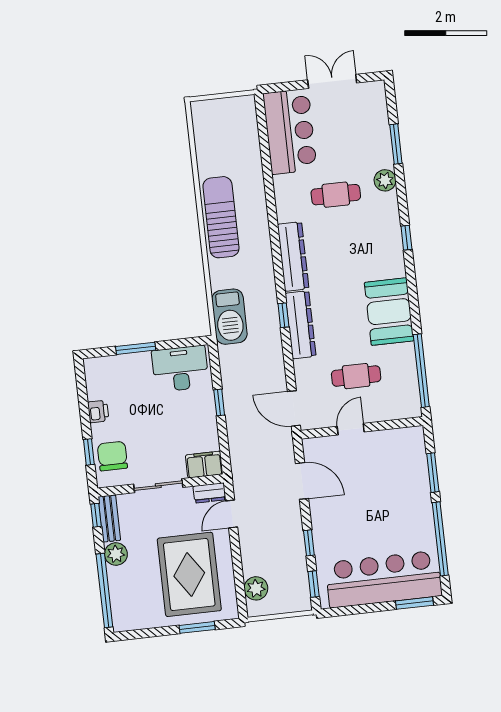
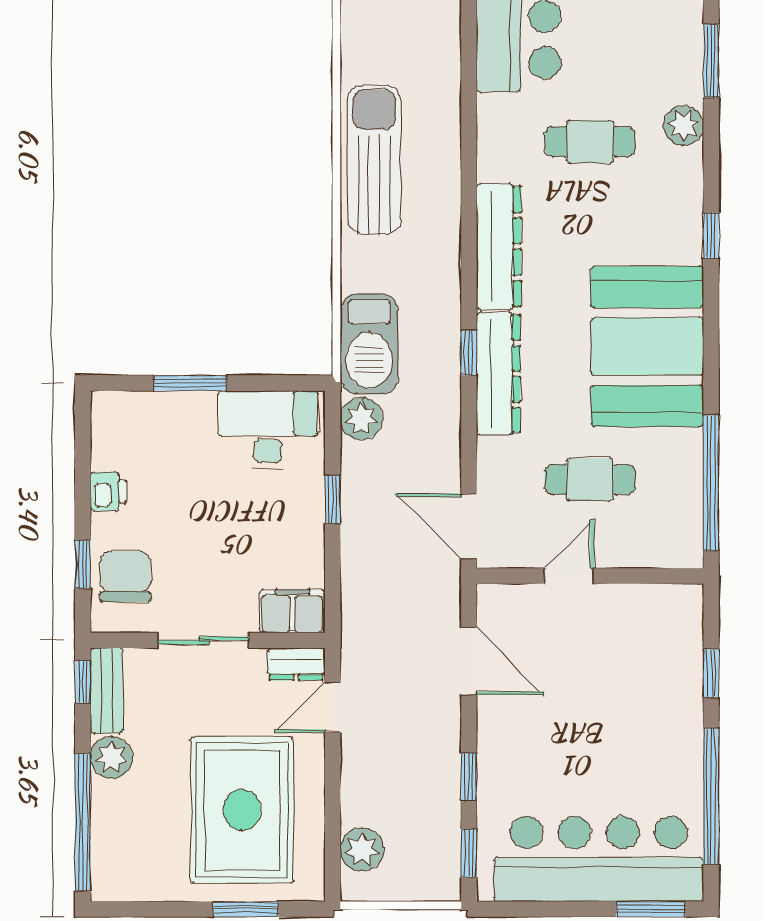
booth: (389, 312) -> (647, 346), width x1.36, depth x1.42
plant: (230, 357) -> (361, 419), added
window: (433, 473) -> (711, 673), width x0.67

